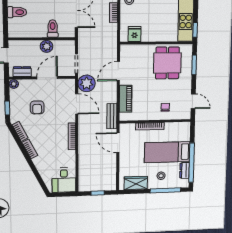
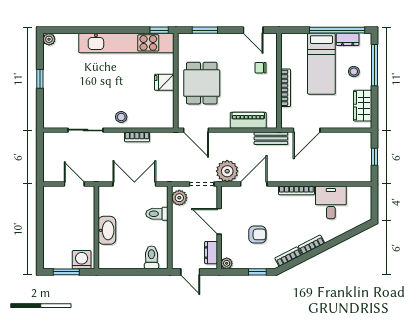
toilet: (17, 12) -> (151, 257), moved
fridge: (135, 34) -> (164, 82), moved
plant: (47, 46) -> (179, 198), moved
dining table: (167, 63) -> (202, 83), moved, turned 90
door: (118, 71) -> (196, 130), moved
door: (193, 101) -> (253, 30), swing flipped
desk: (64, 180) -> (331, 202), moved, turned -90

